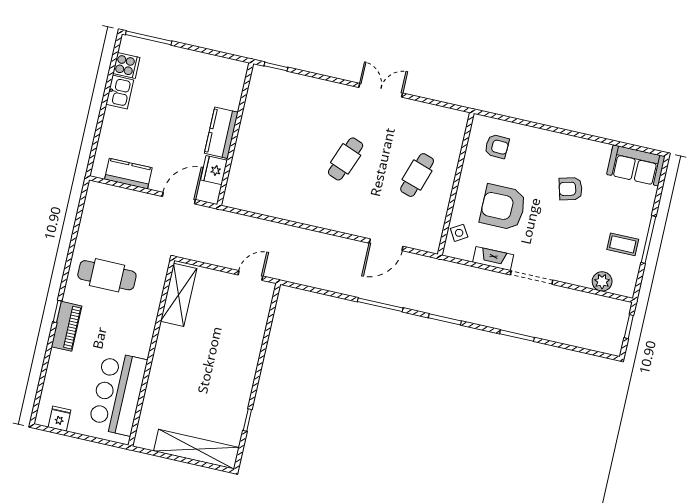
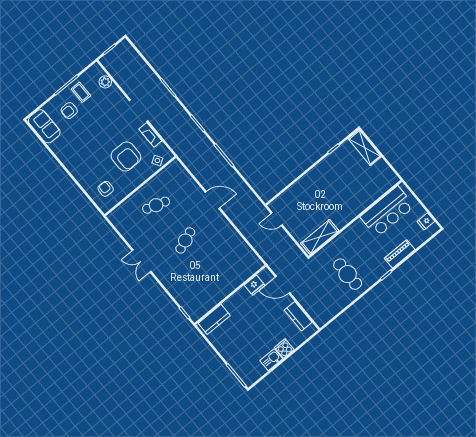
cooker: (126, 65) -> (284, 349), moved
kitchen counter: (221, 133) -> (214, 319), moved
cafe table: (346, 159) -> (185, 240), turned -42
armchair: (571, 189) -> (69, 111), moved, turned 105
door: (386, 245) -> (212, 200), moved
piano: (67, 326) -> (400, 254), moved
shelving: (197, 449) -> (365, 148), width x0.68

